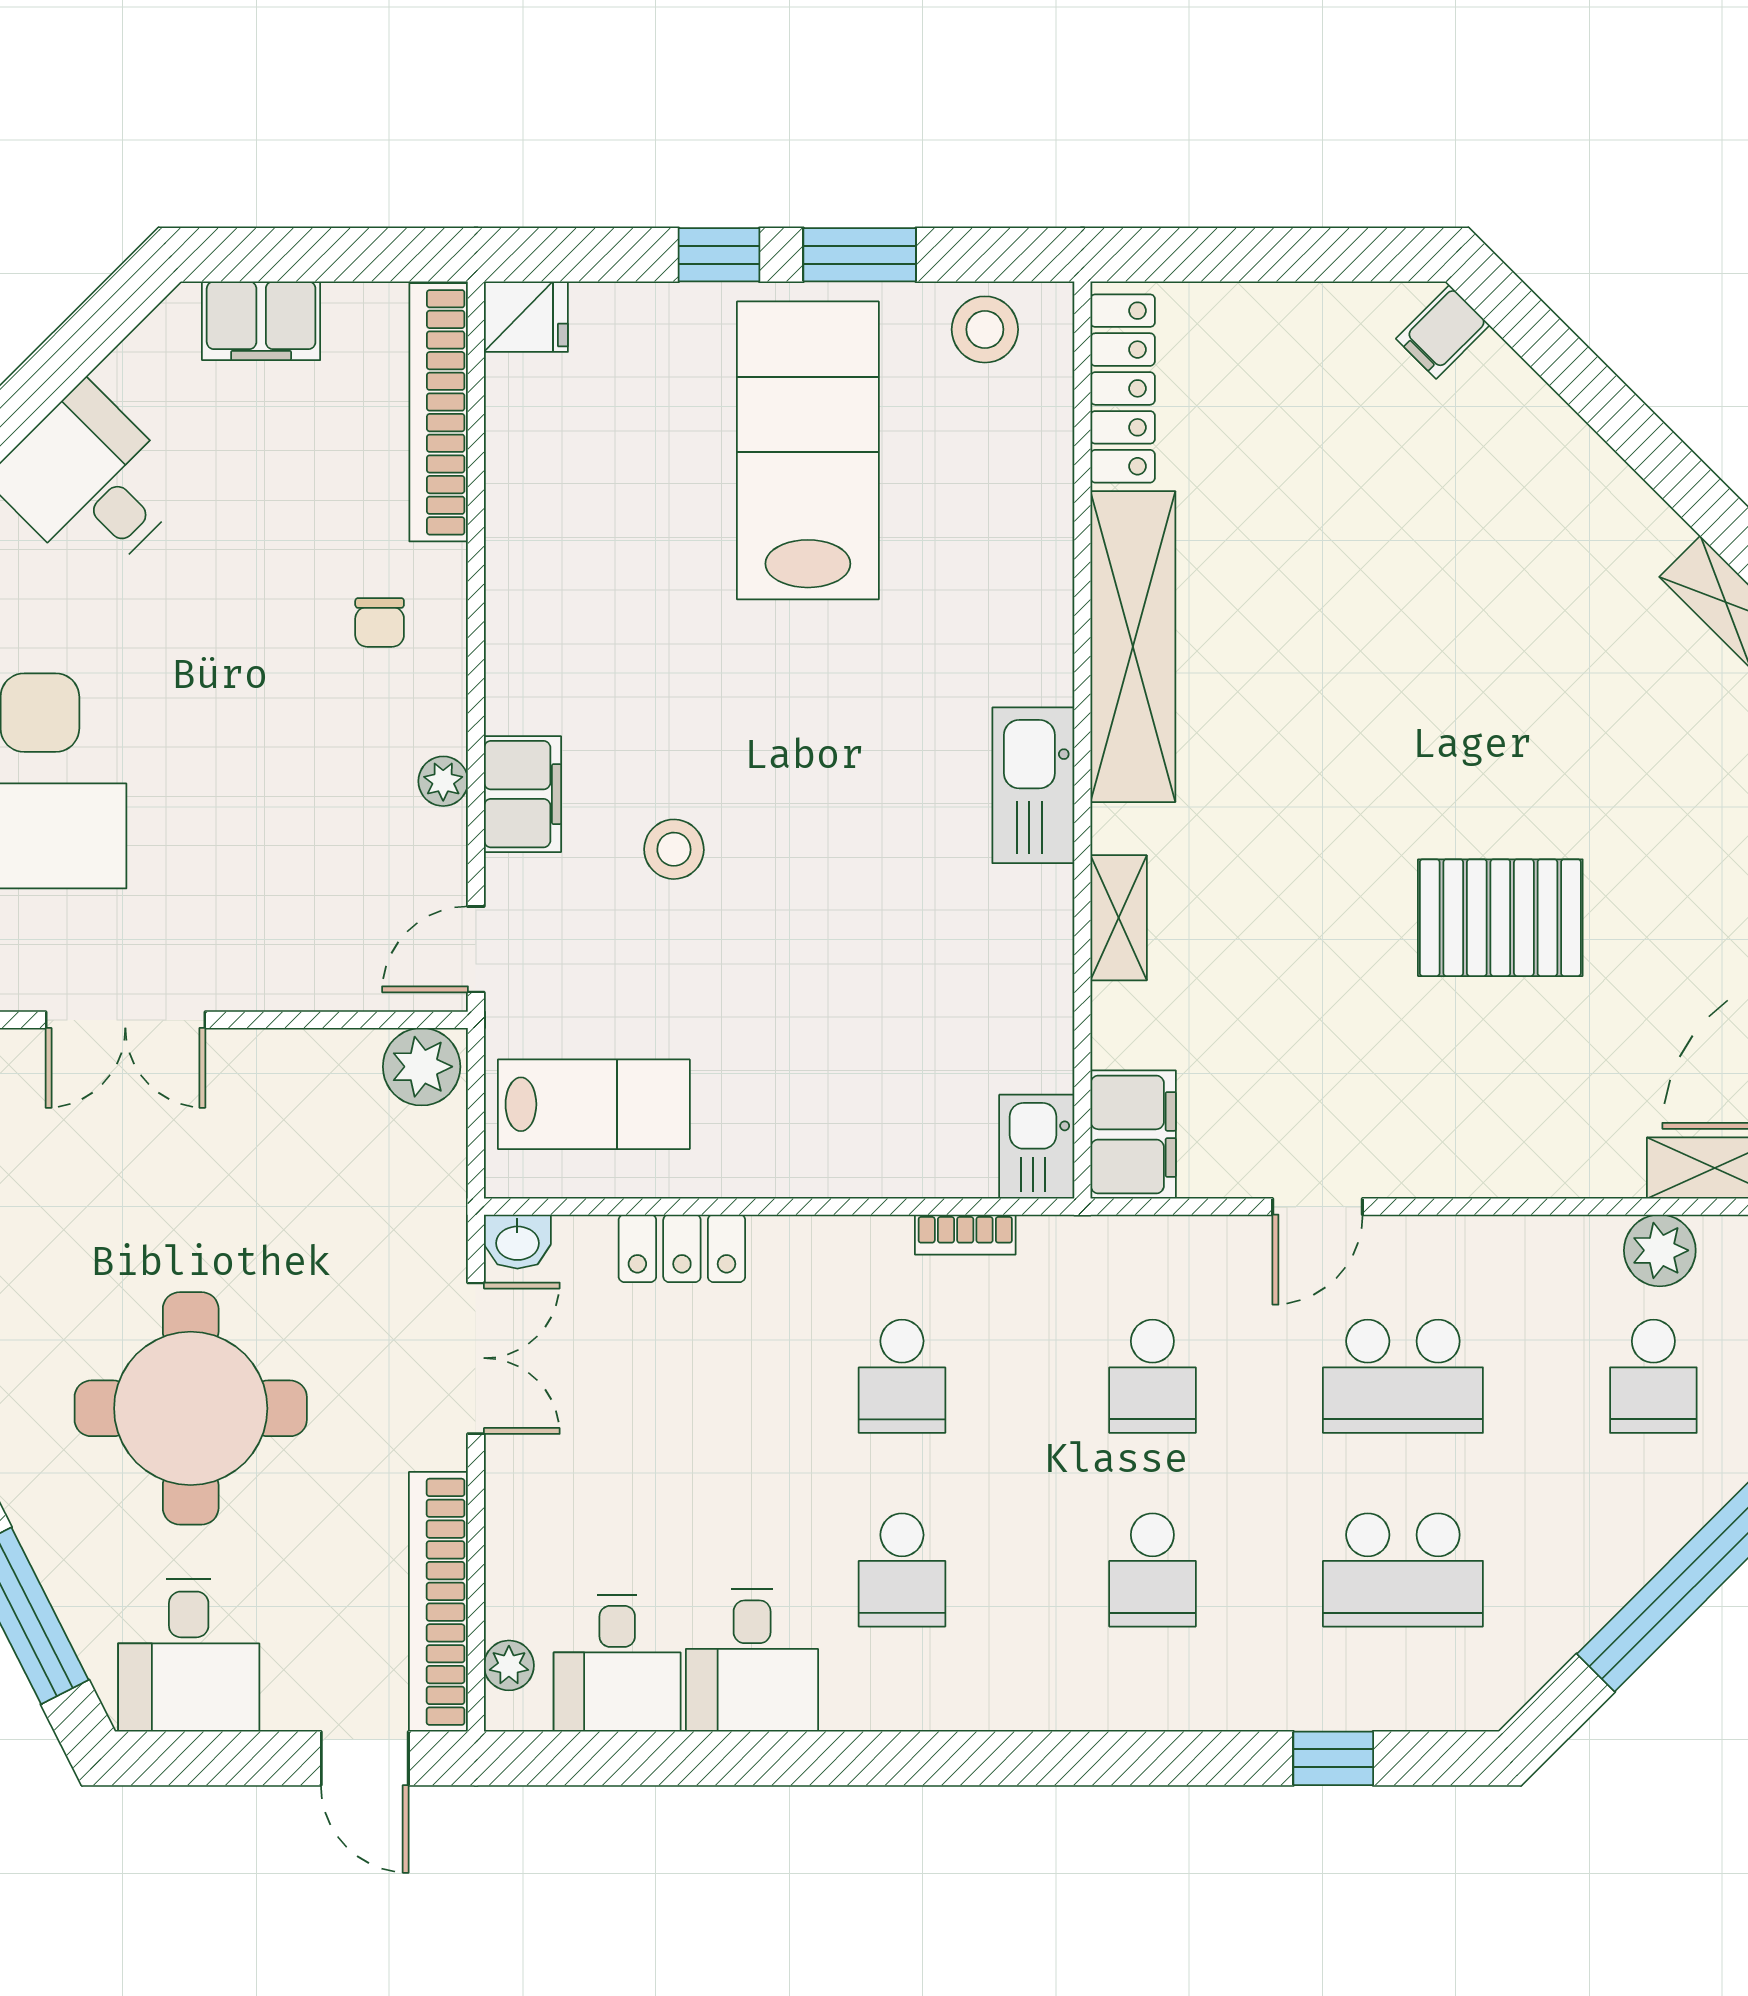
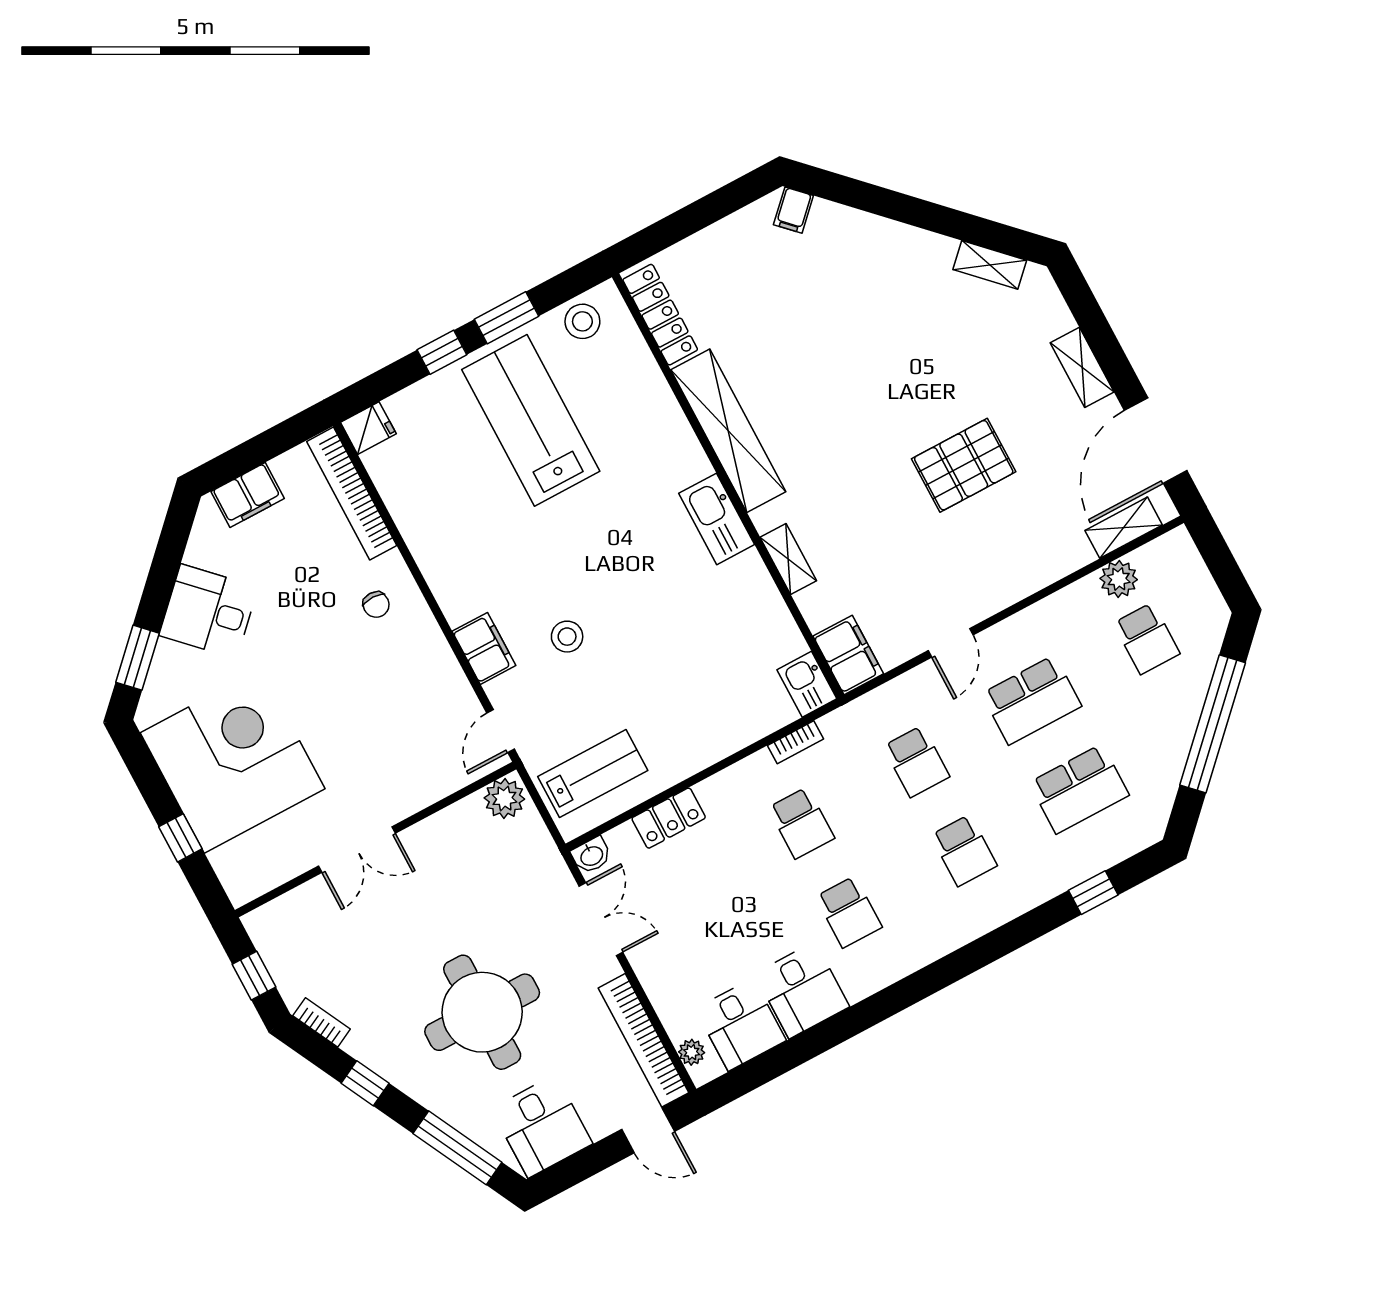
plant: (443, 781) -> (444, 662), removed

